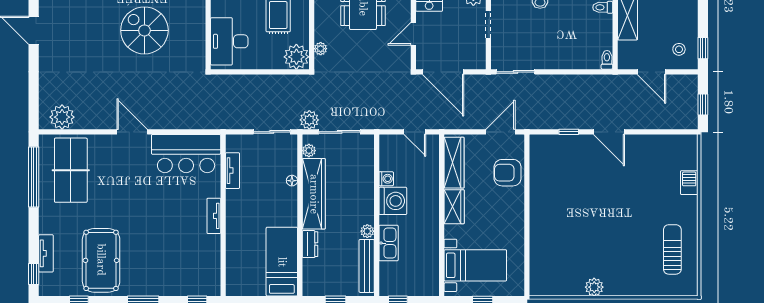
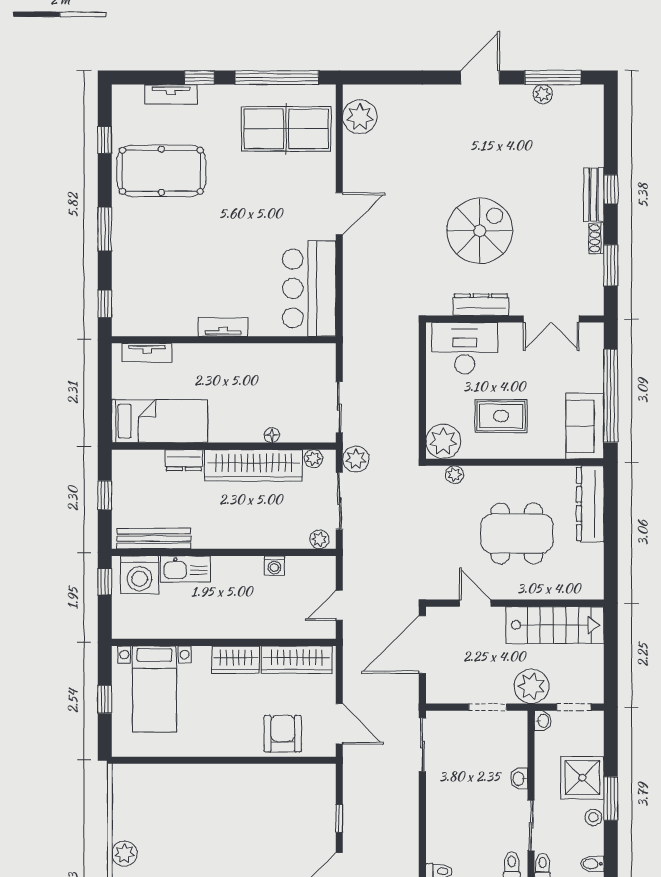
dresser: (198, 30) -> (481, 305), added
tv unit: (232, 171) -> (147, 353), moved
washing machine: (393, 201) -> (140, 575), moved
plant: (367, 231) -> (319, 539), moved
window: (34, 274) -> (199, 78), moved

